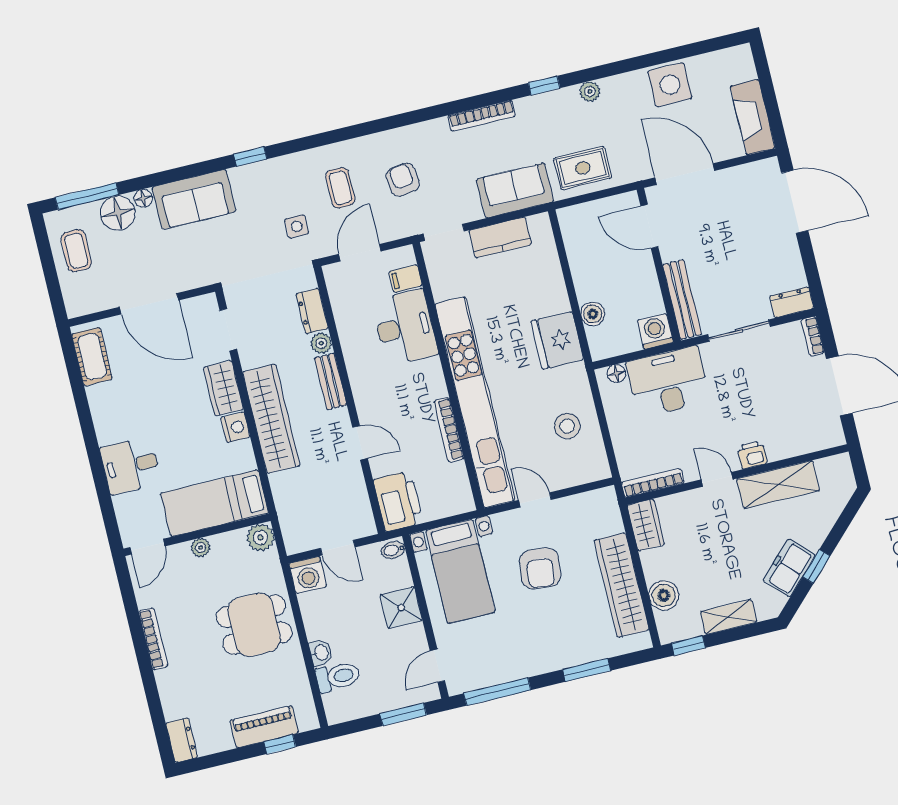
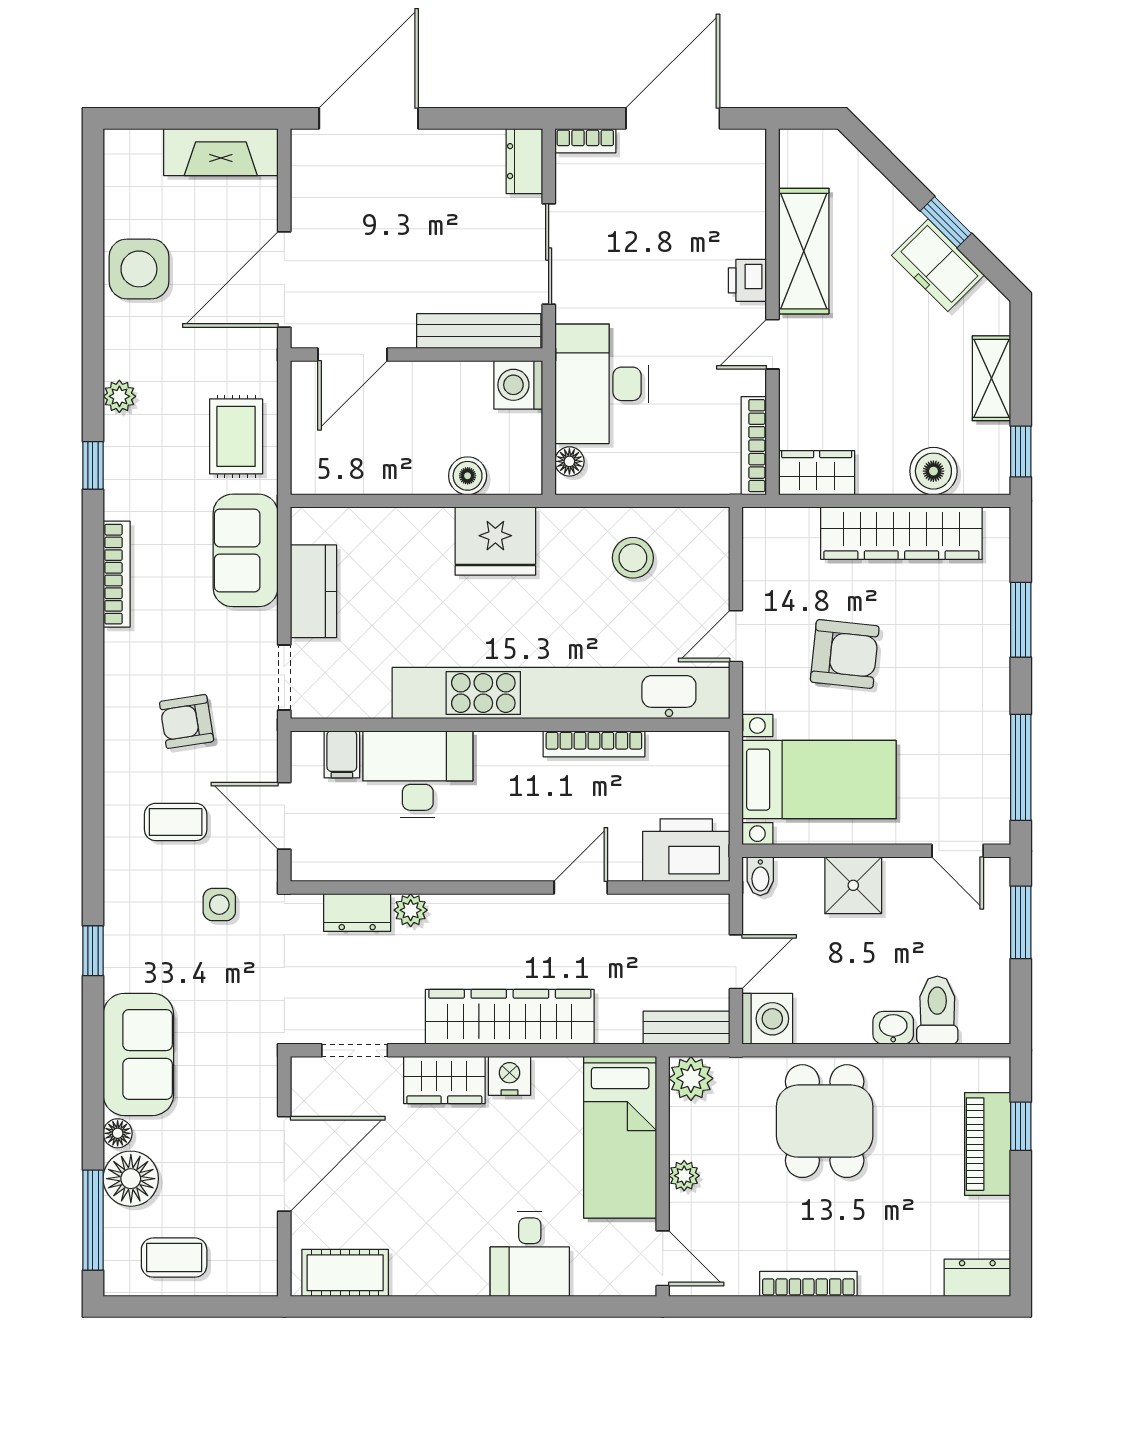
bench: (331, 381) -> (686, 1028), moved

